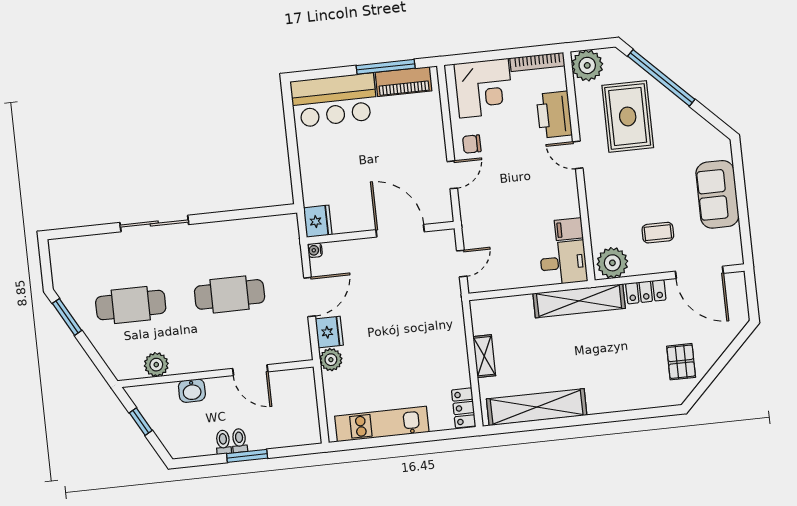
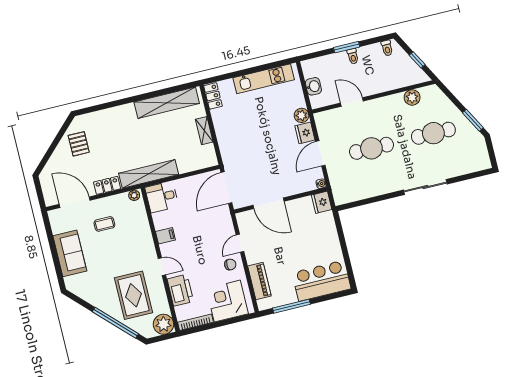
piano: (403, 82) -> (259, 281), moved, turned 90
filing cabinet: (569, 229) -> (165, 236), moved
plant: (612, 263) -> (134, 195), width x0.53, depth x0.53
door: (462, 264) -> (226, 188), width x1.88
washbasin: (192, 391) -> (313, 86), moved, turned 90
toilet: (223, 442) -> (387, 48), moved

